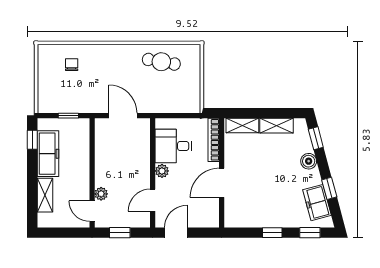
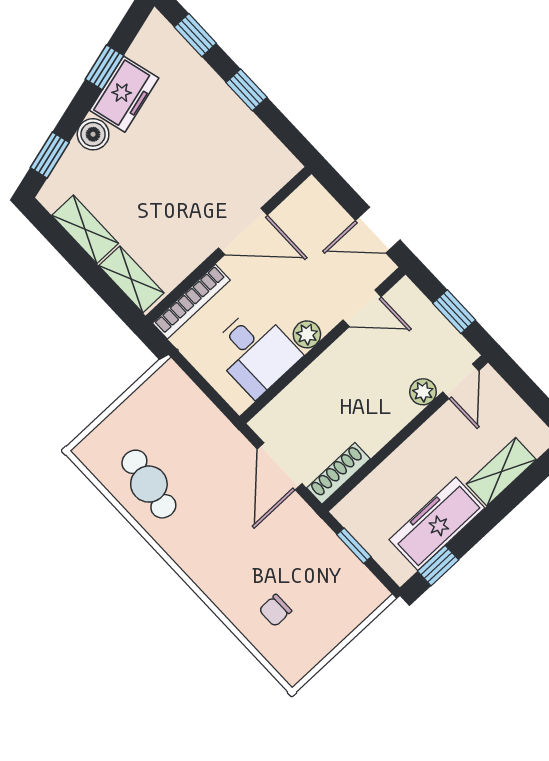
shoe rack: (100, 135) -> (338, 473), added
freezer: (317, 203) -> (124, 94), moved

